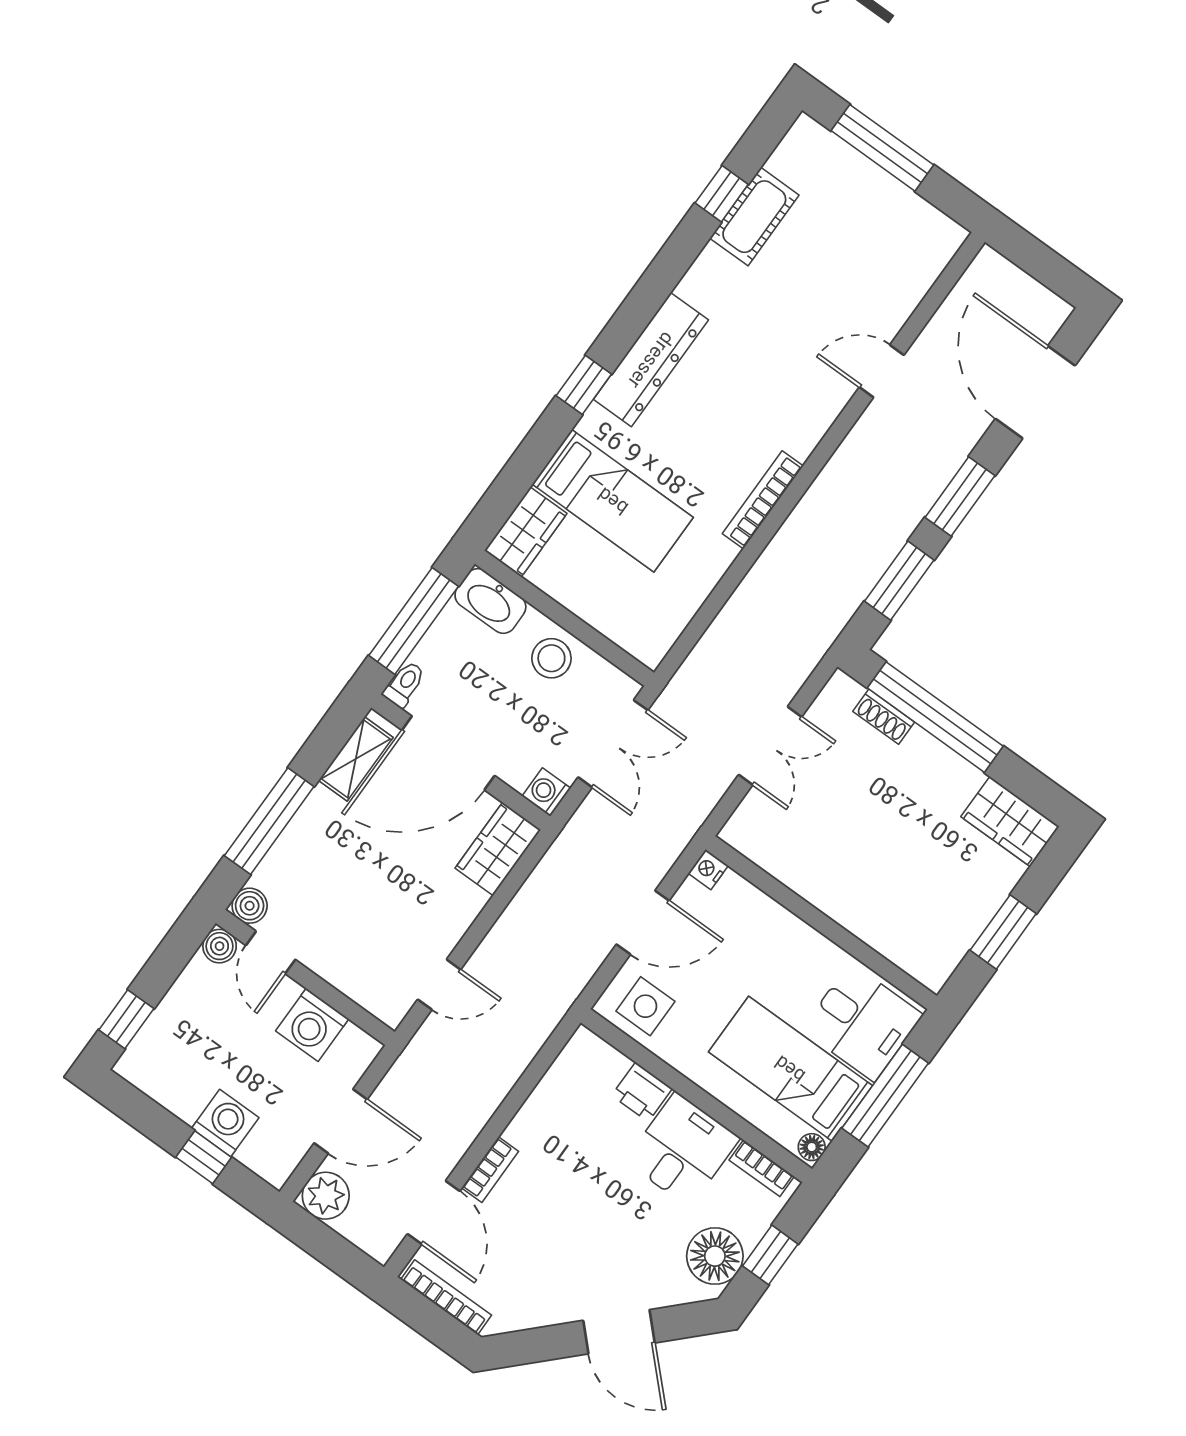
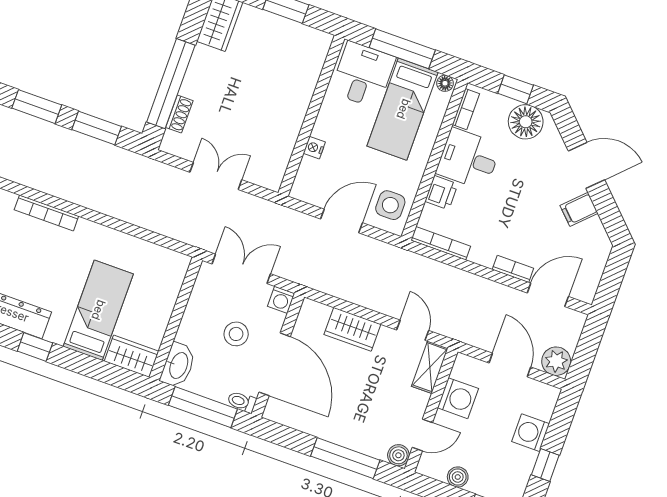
bookcase: (763, 500) -> (46, 213), moved
stool: (551, 658) -> (236, 334), moved
shelving: (356, 759) -> (430, 367), moved, turned 90
wardrobe: (498, 849) -> (352, 329), moved
nightstand: (708, 869) -> (314, 148), moved, turned 90
door: (643, 923) -> (342, 221), hinge flipped
boiler: (220, 946) -> (458, 477), moved
window: (204, 1157) -> (545, 465), moved
bookcase: (446, 1297) -> (441, 243), moved, turned 90
filing cabinet: (553, 1300) -> (579, 209), added
door: (619, 1332) -> (586, 165), hinge flipped

